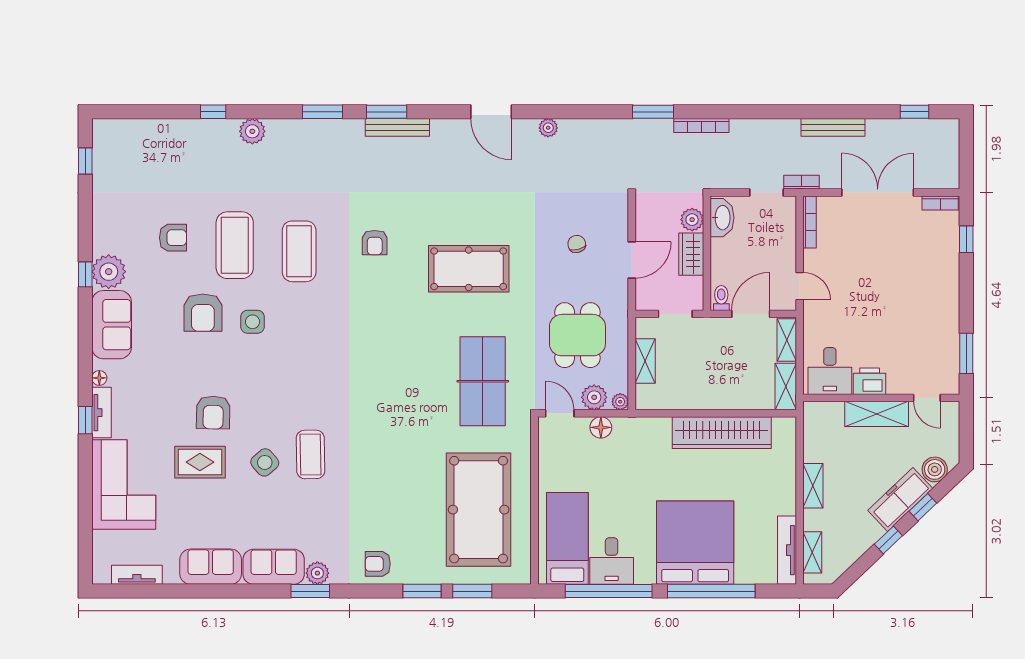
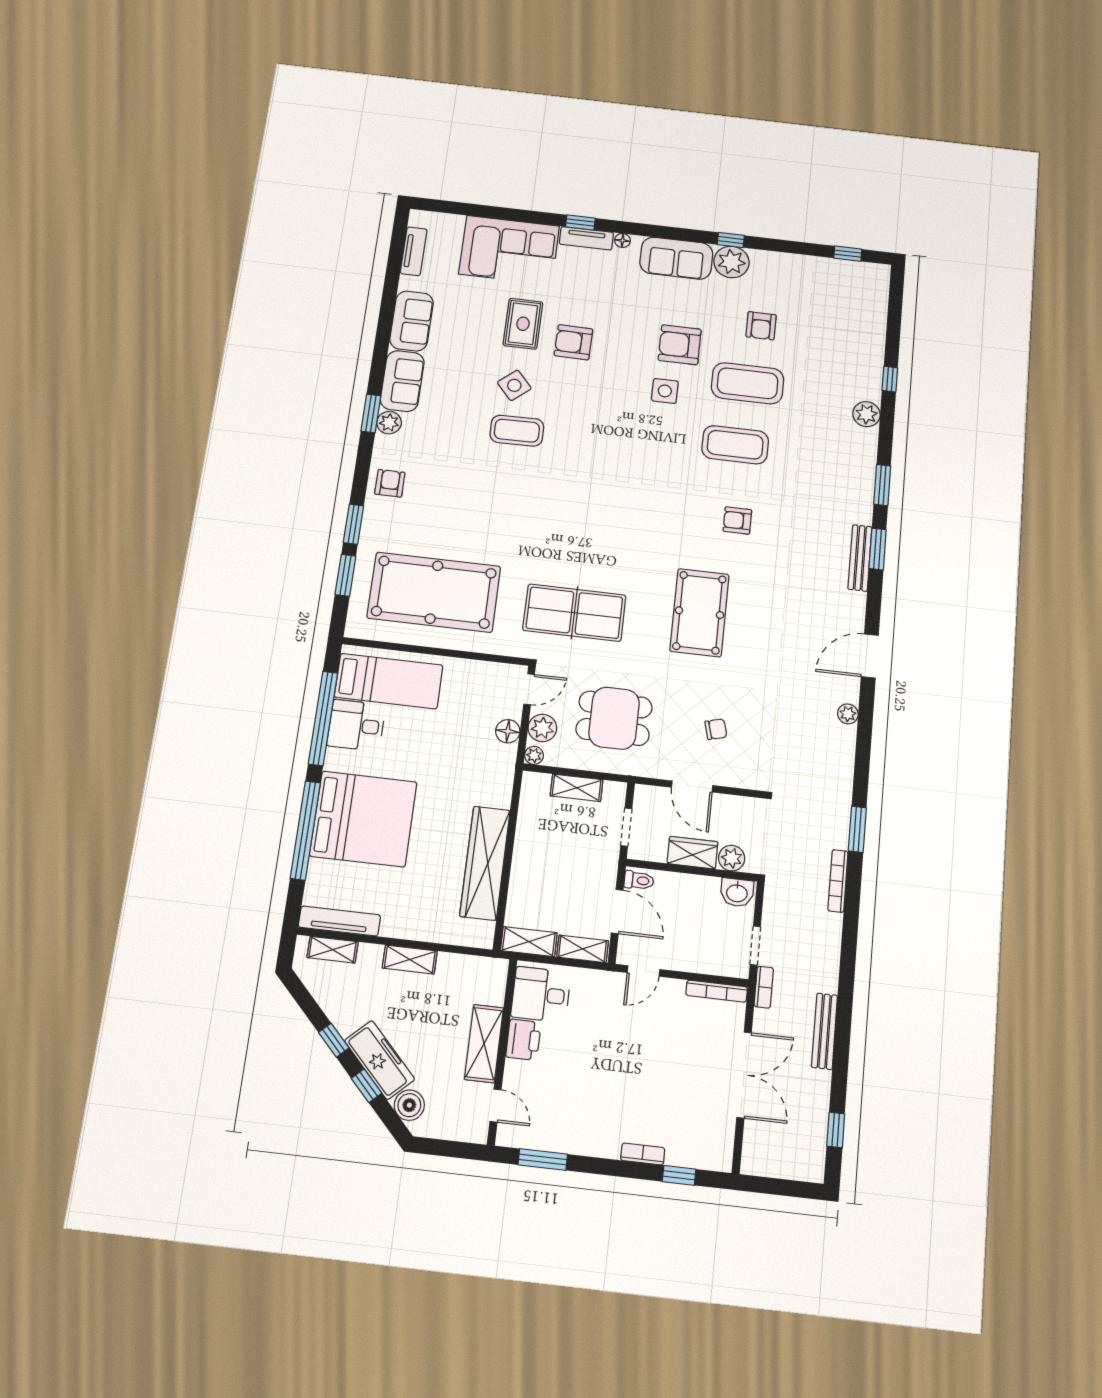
bookcase: (940, 203) -> (643, 1154), moved, turned 90
washbasin: (722, 218) -> (737, 893), width x0.72
door: (927, 398) -> (495, 1106), swing flipped

